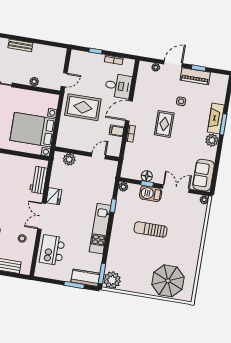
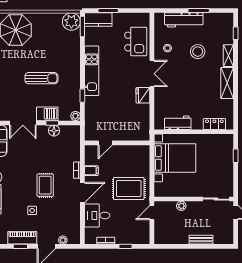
plant: (69, 159) -> (134, 134), removed
workbench: (38, 180) -> (178, 123), moved, turned -90

